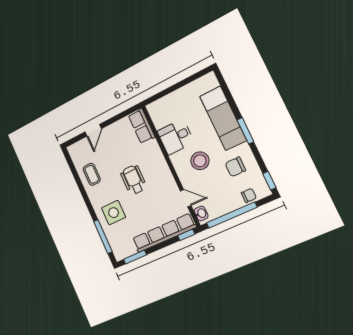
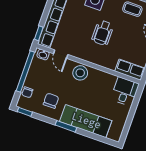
desk: (176, 137) -> (125, 92), moved
stool: (200, 161) -> (80, 73), moved
wheelchair: (133, 180) -> (103, 33), turned 90
door: (186, 198) -> (61, 54), hinge flipped

